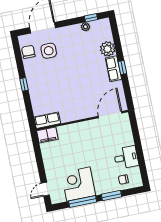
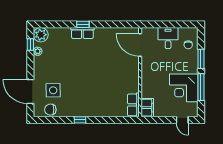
plant: (108, 49) -> (41, 35), moved
door: (110, 115) -> (140, 45), moved
row of seats: (47, 120) -> (133, 105), moved
wall: (82, 120) -> (140, 72), moved
filing cabinet: (47, 135) -> (147, 108), moved

